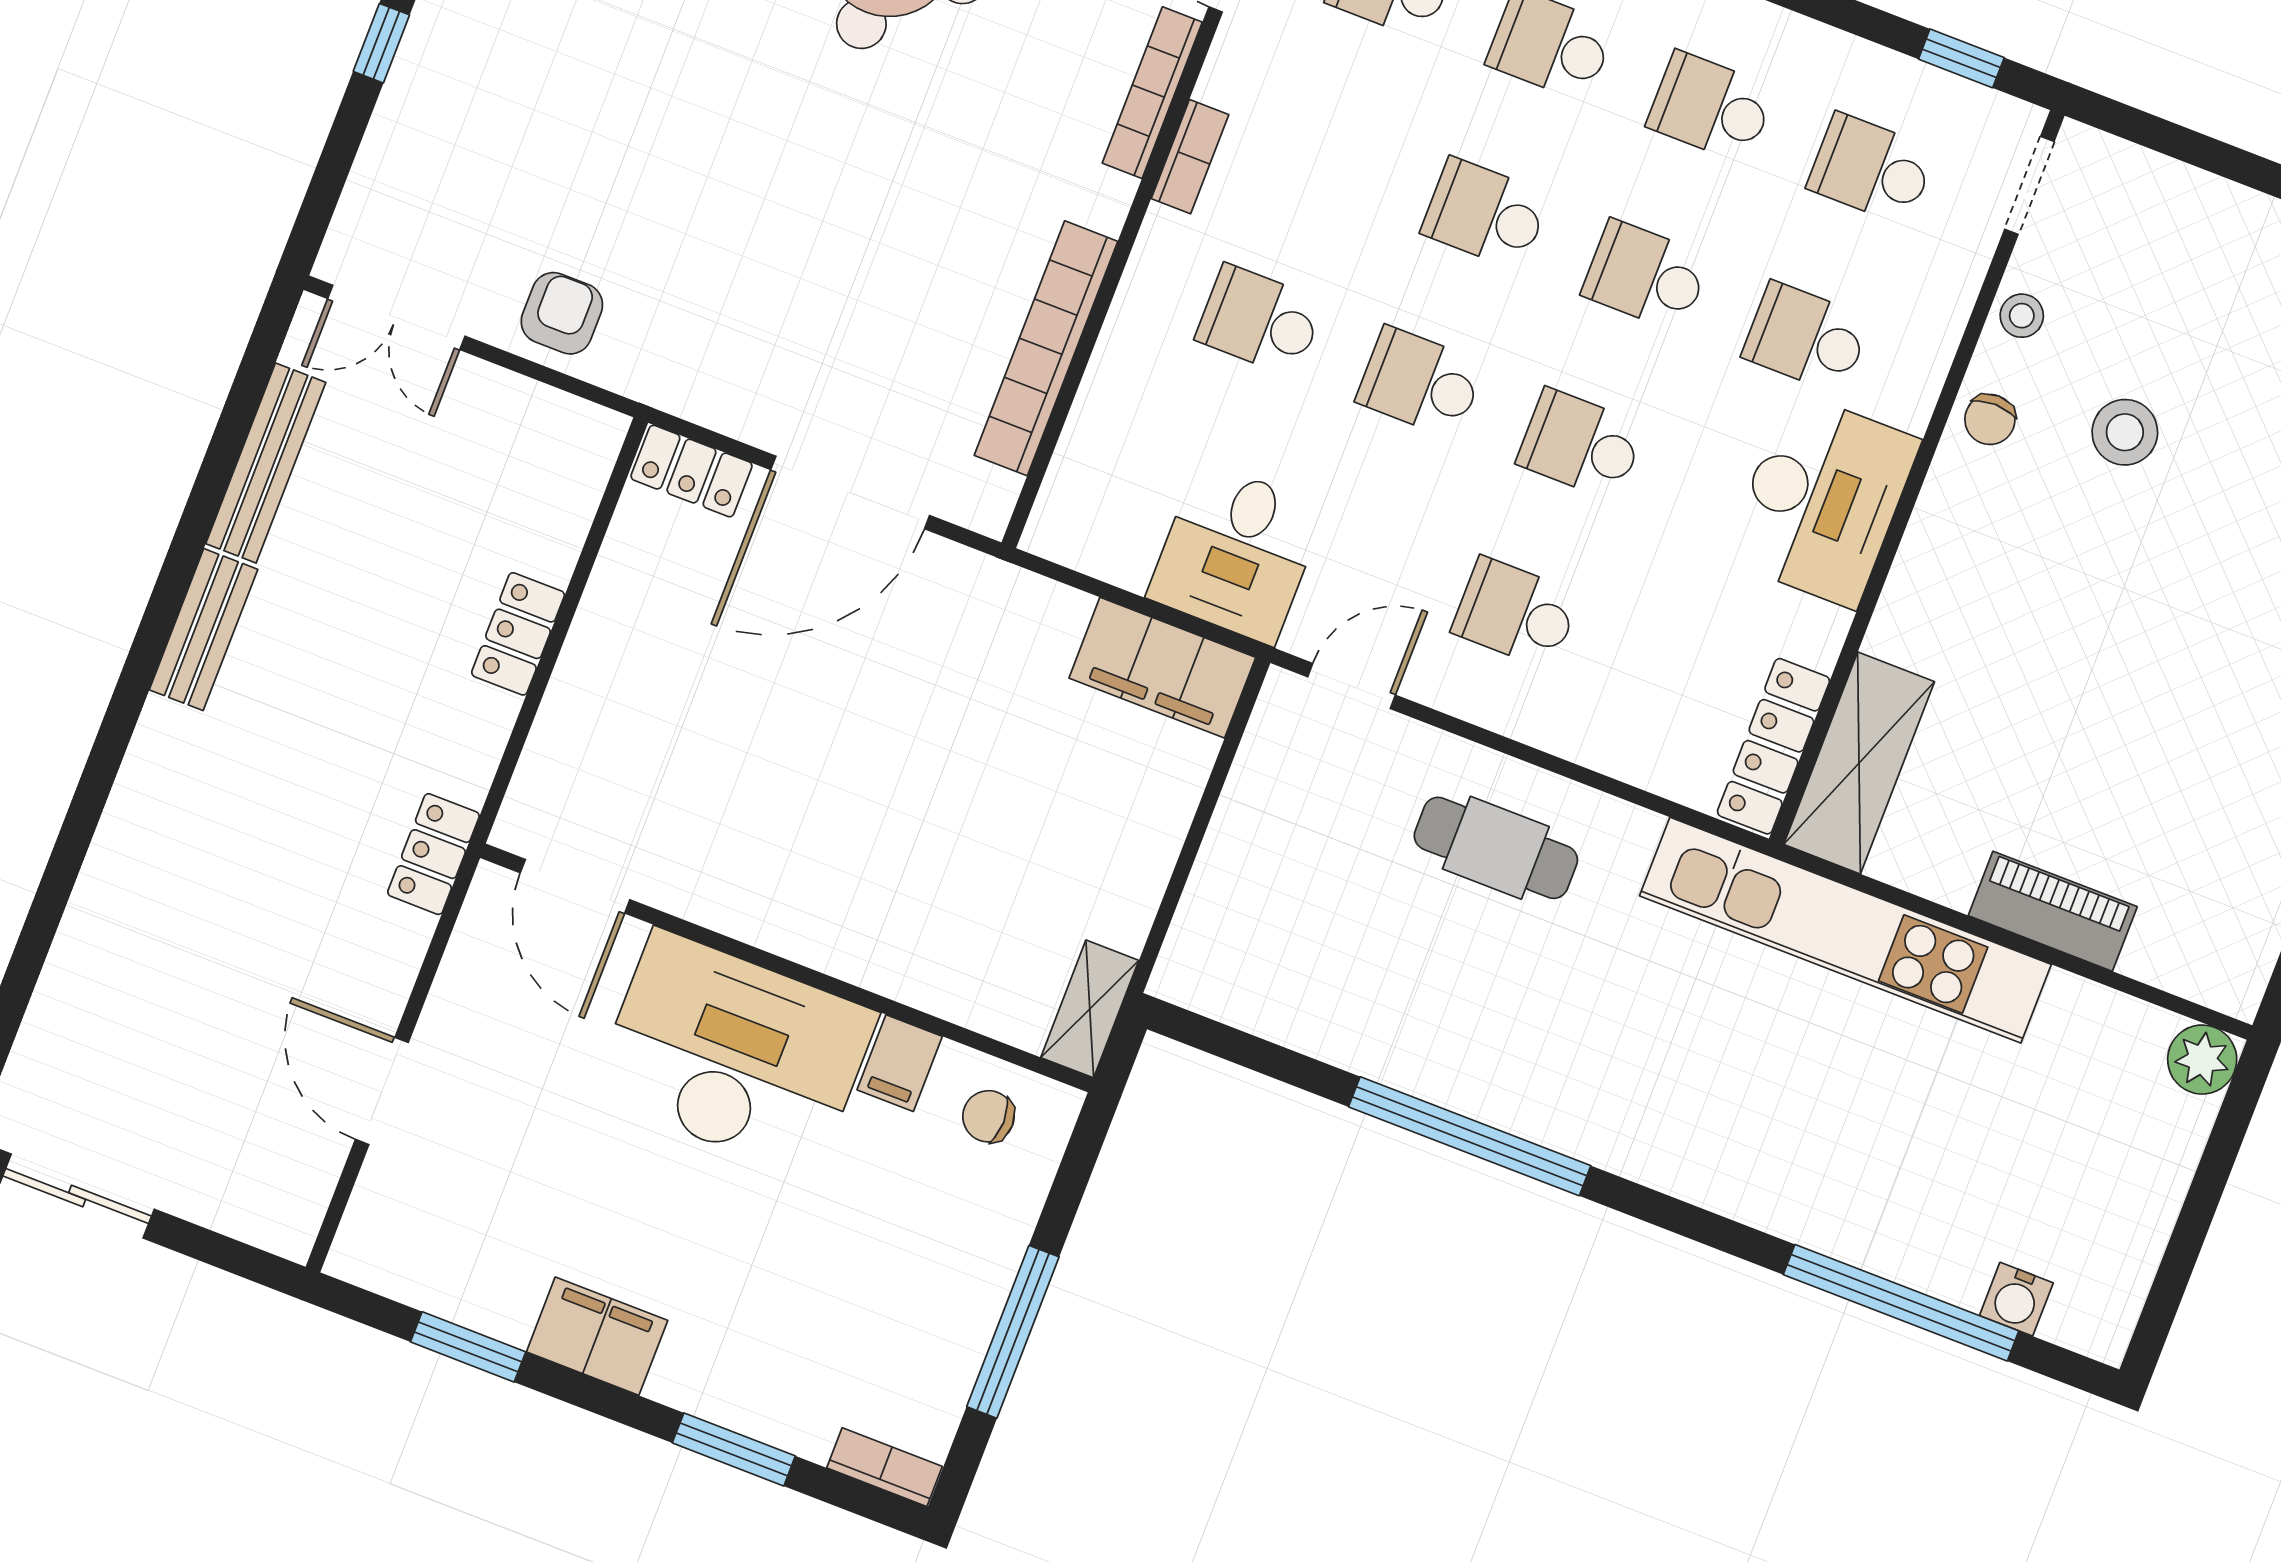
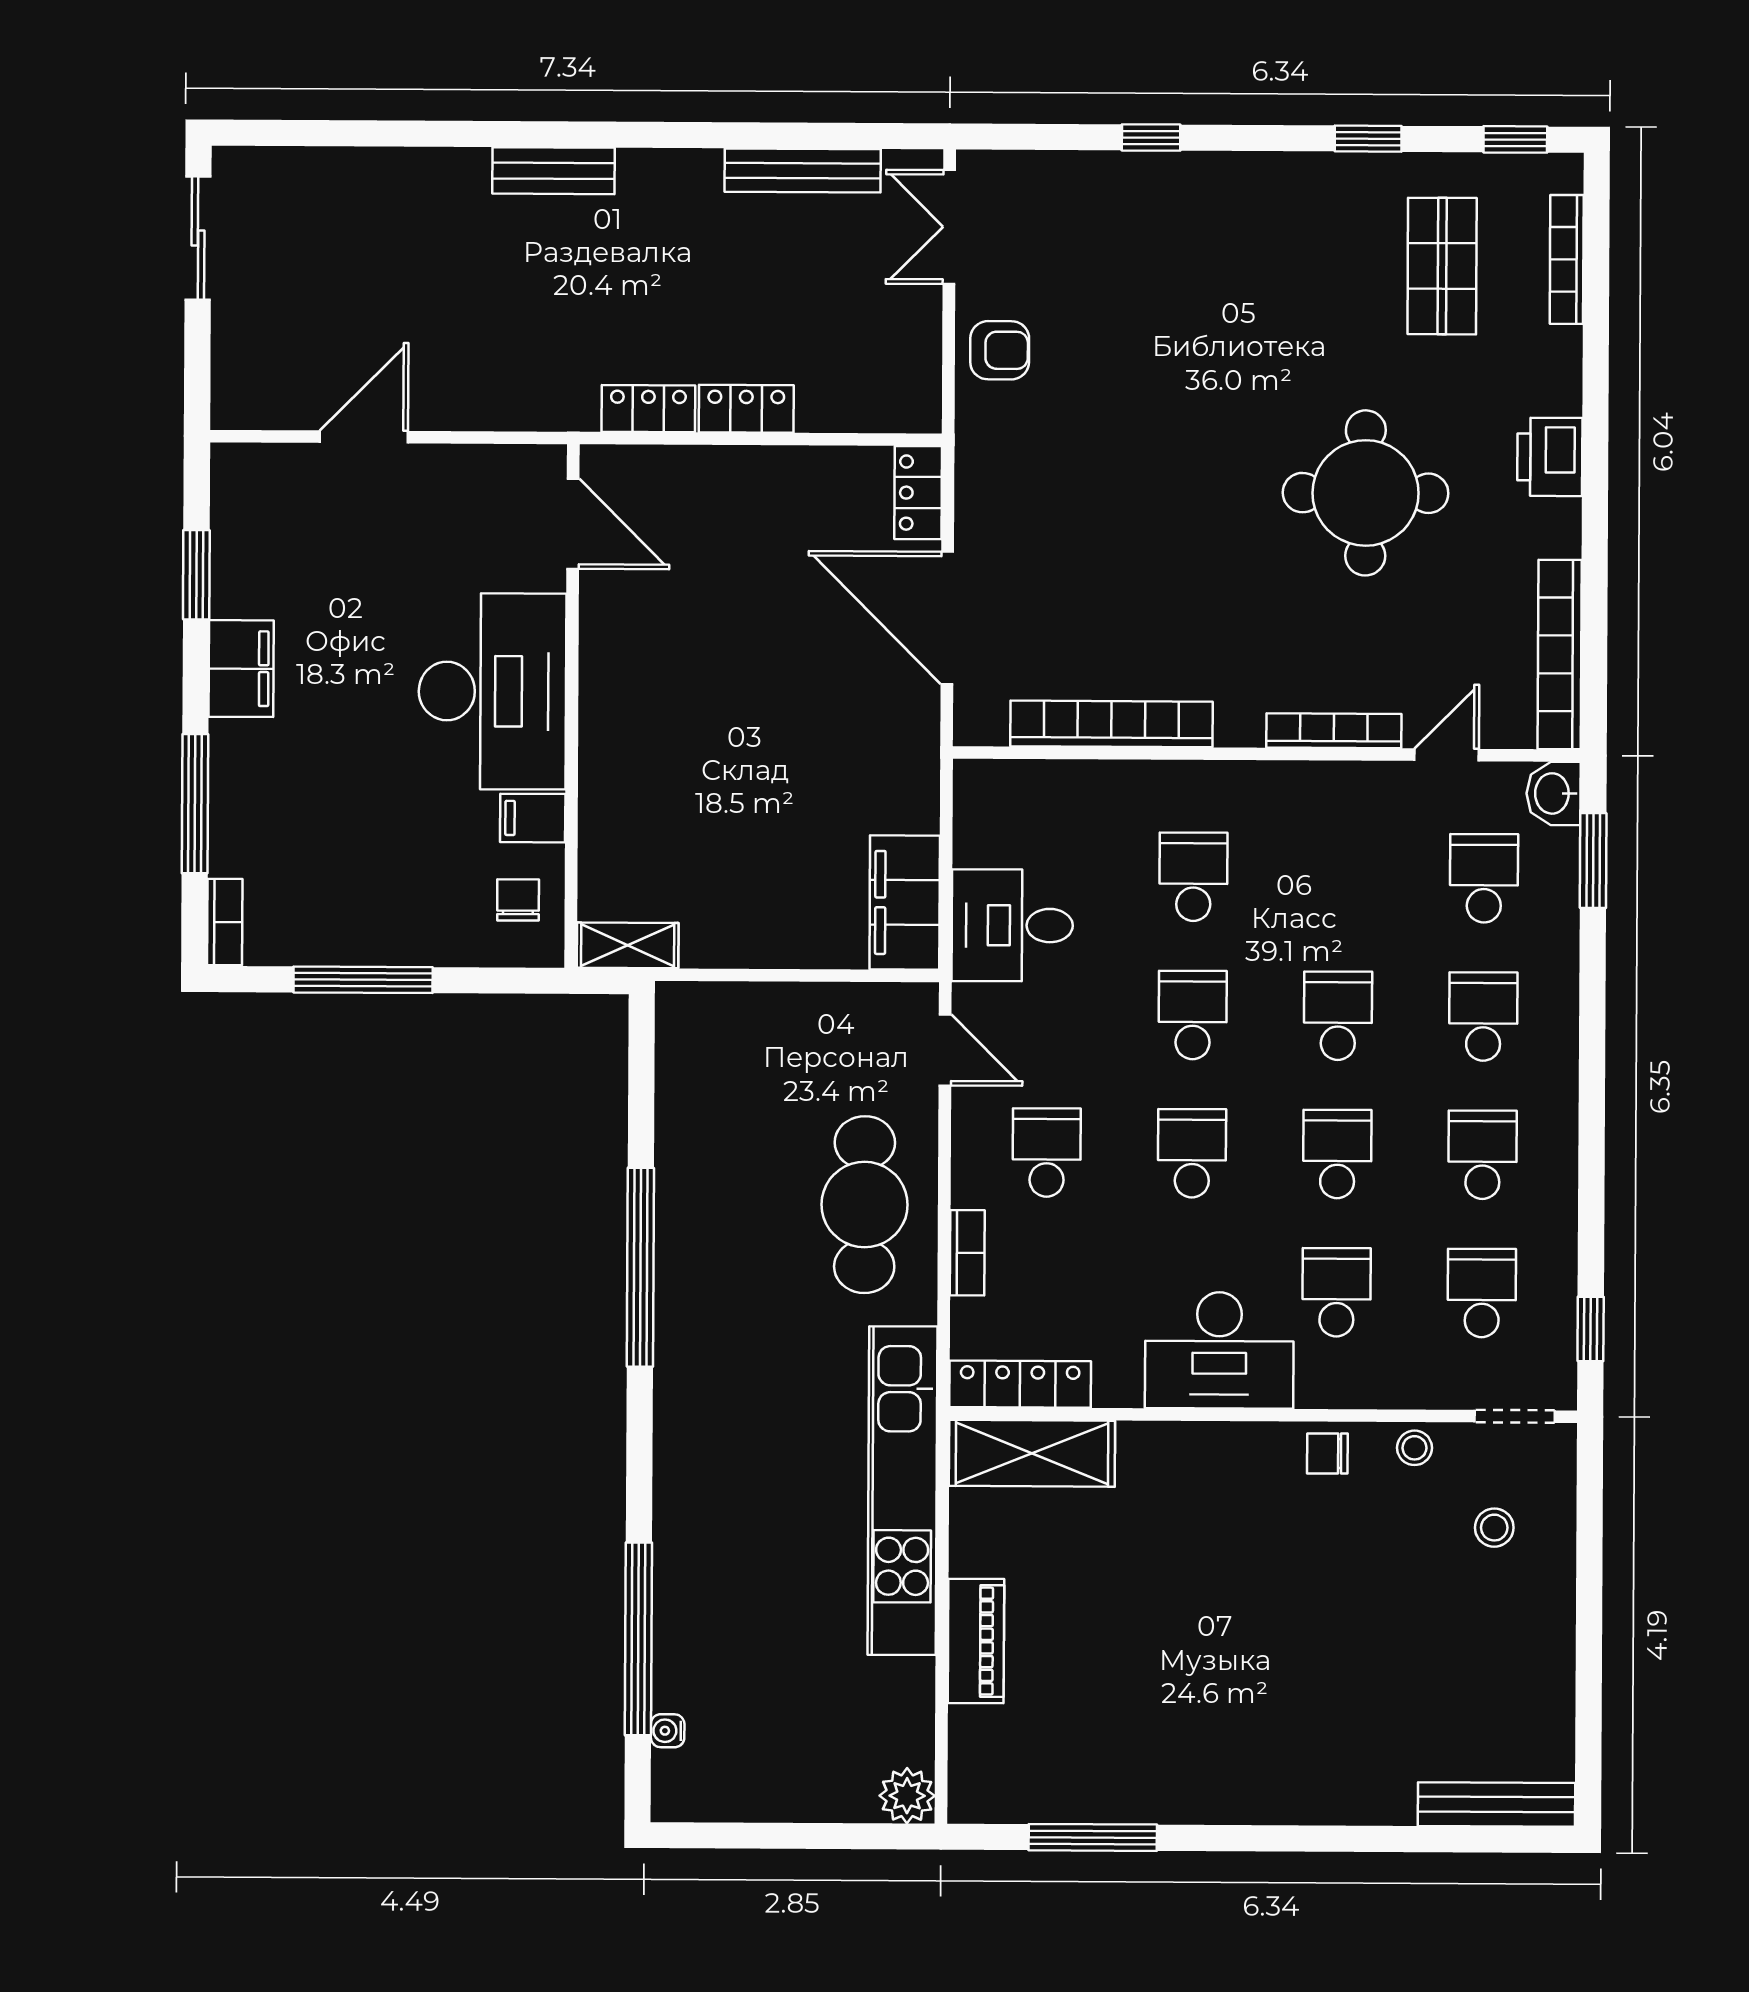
bookcase: (1190, 157) -> (967, 1253), moved, turned -90
stool: (2125, 432) -> (1494, 1528), moved, width x0.73, depth x0.73
bench: (203, 630) -> (554, 171), moved
cafe table: (1496, 848) -> (865, 1205), width x1.37, depth x1.35
locker: (434, 854) -> (648, 409), moved
door: (575, 886) -> (573, 524), swing flipped
water cooler: (2016, 1299) -> (668, 1731), width x0.72, depth x0.72
window: (734, 1449) -> (195, 804), width x1.44

